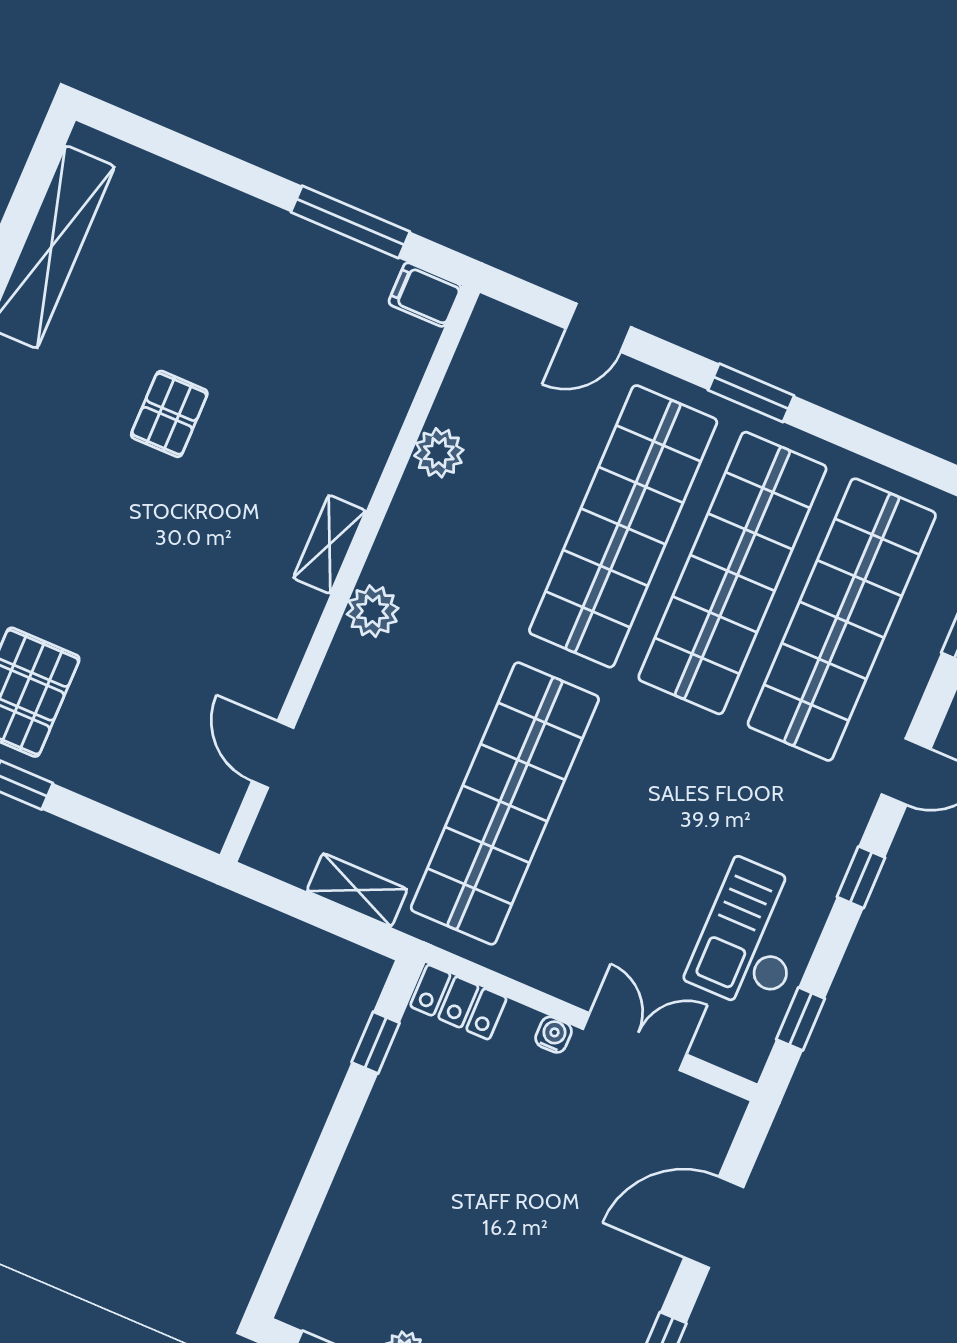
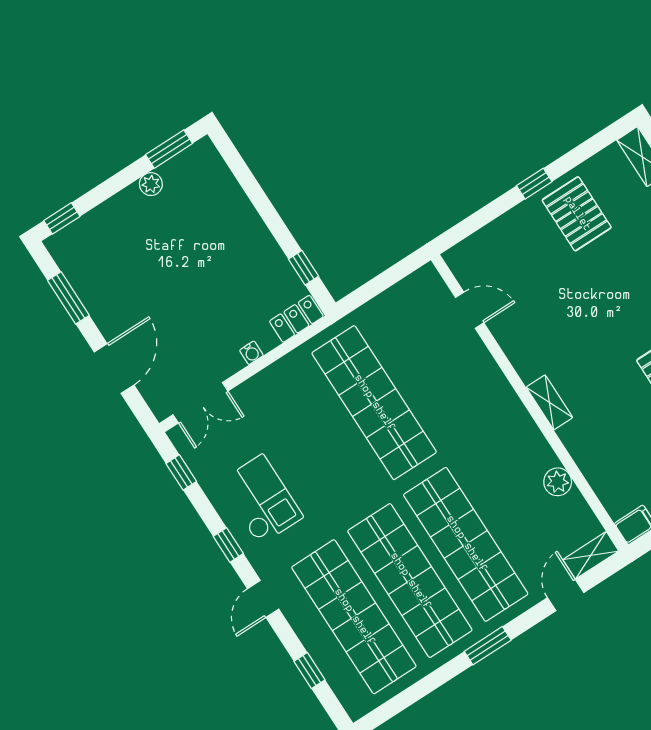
plant: (373, 611) -> (505, 401), removed
shelving: (357, 890) -> (591, 555), moved
checkout: (753, 936) -> (261, 500), moved
double door: (635, 1042) -> (200, 403), moved

